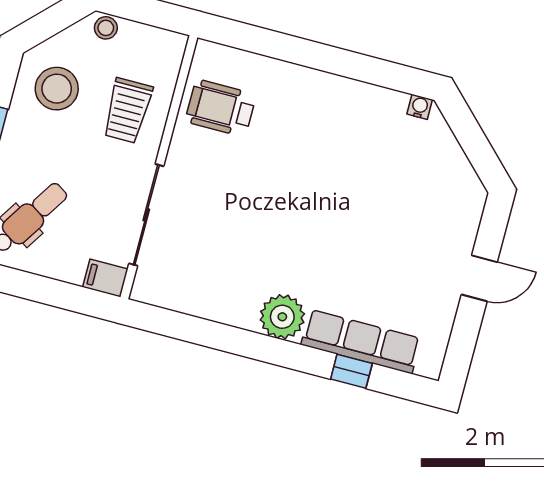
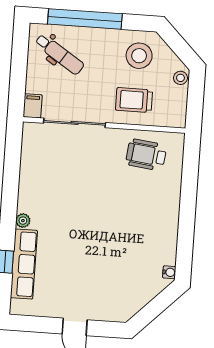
wheelchair: (221, 108) -> (146, 155), turned -83
plant: (282, 317) -> (23, 221), width x0.53, depth x0.53

